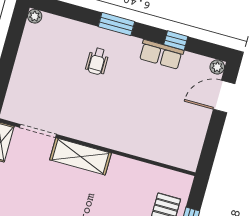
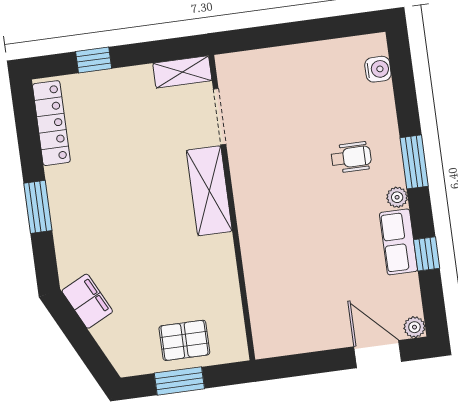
plant: (35, 16) -> (397, 197), moved
water cooler: (50, 22) -> (378, 69), added
wheelchair: (97, 61) -> (351, 157), turned 180

